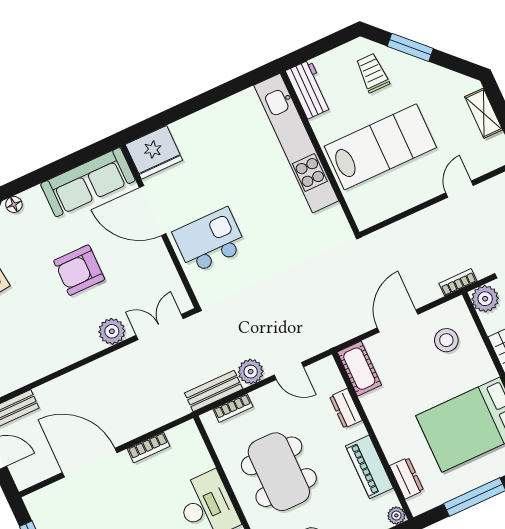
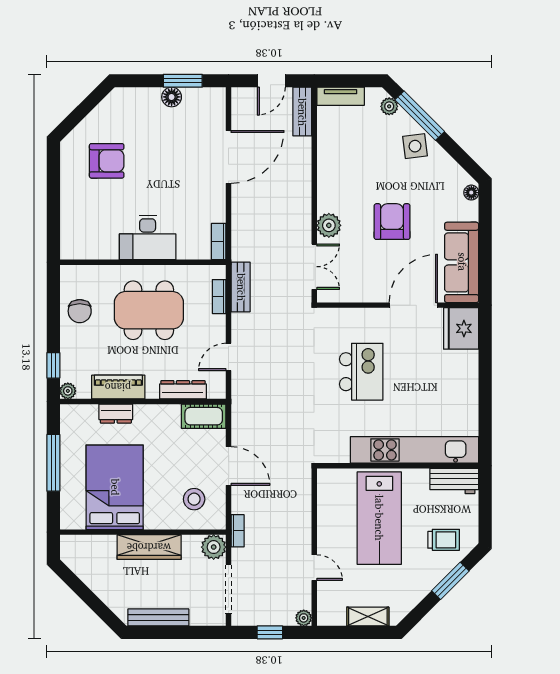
kitchen island: (209, 240) -> (361, 372), moved
plant: (251, 372) -> (243, 325), removed
dresser: (346, 408) -> (183, 390), width x1.44
bookcase: (149, 447) -> (219, 242), moved
dresser: (407, 478) -> (116, 414), moved

